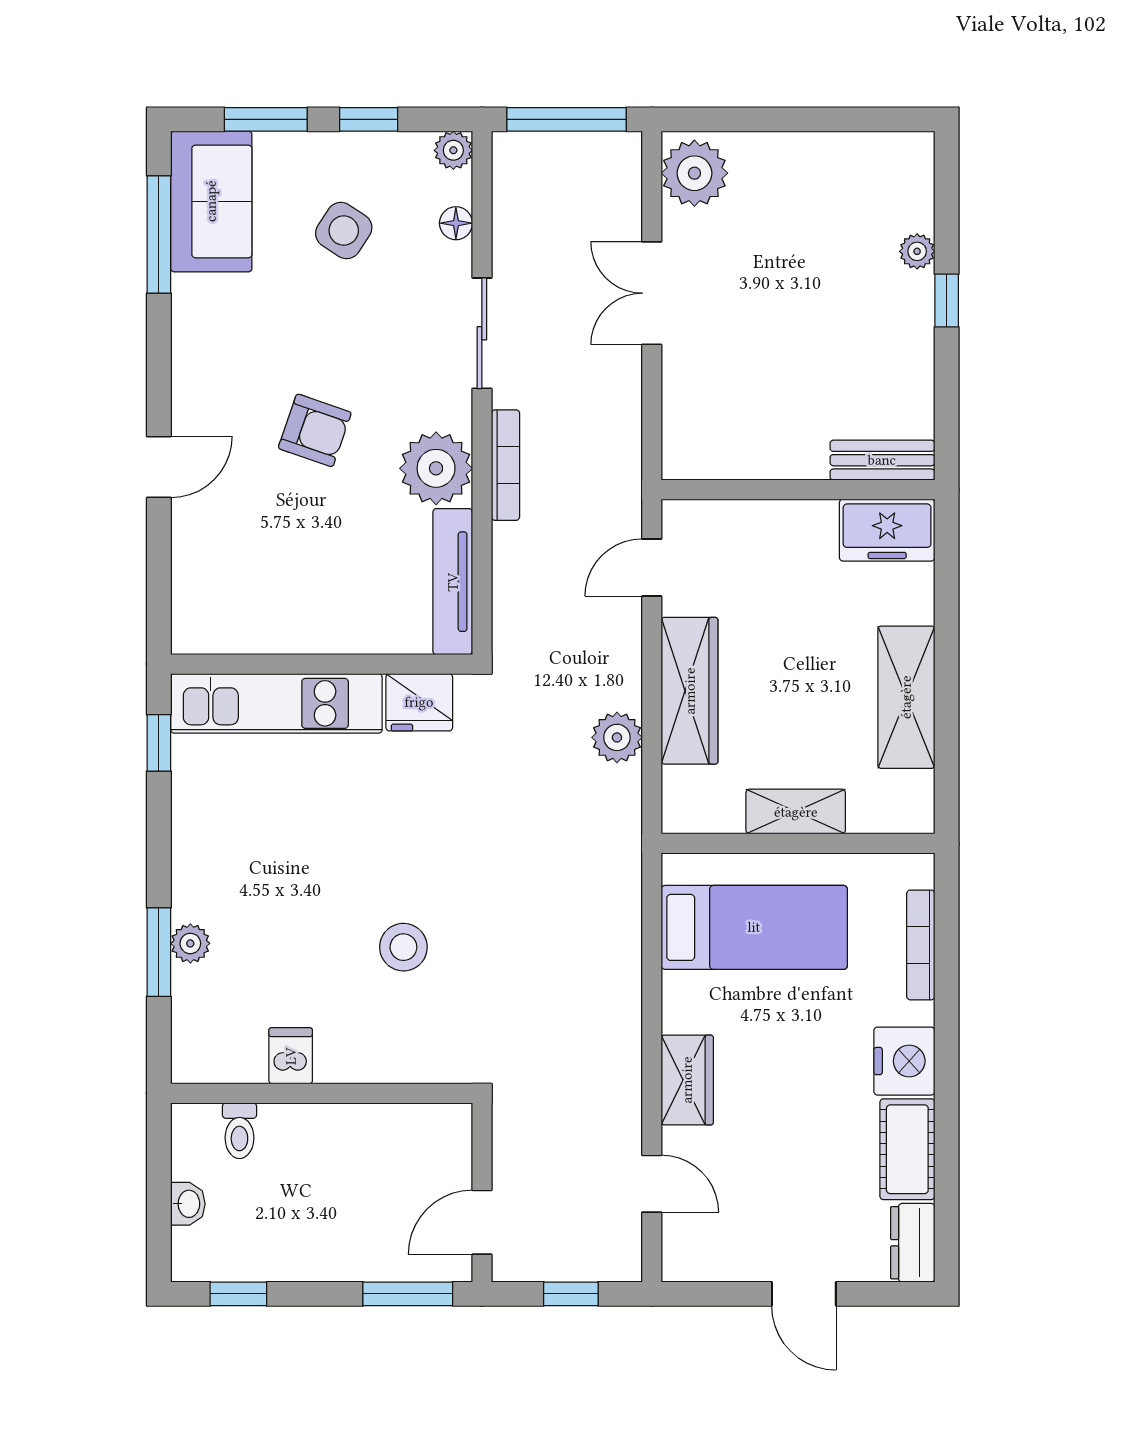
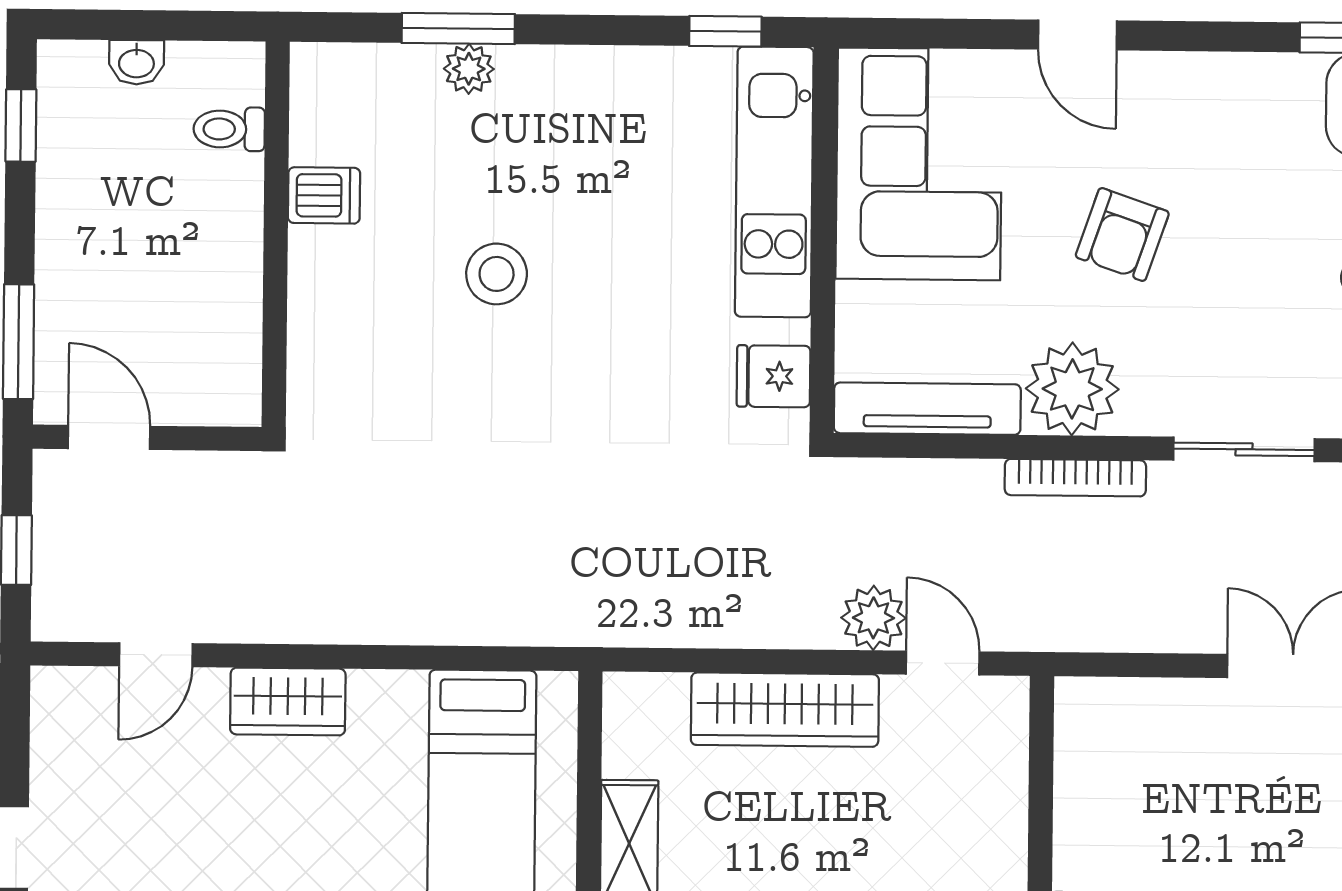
corner sofa: (261, 590) -> (919, 164), added
fridge: (419, 702) -> (774, 376), width x0.72
plant: (617, 737) -> (873, 618), moved
stool: (403, 947) -> (497, 274), moved

